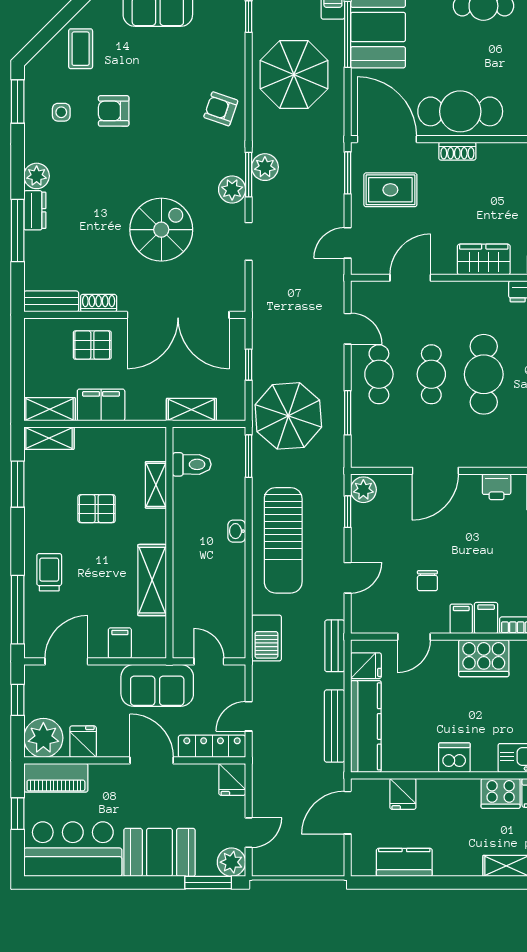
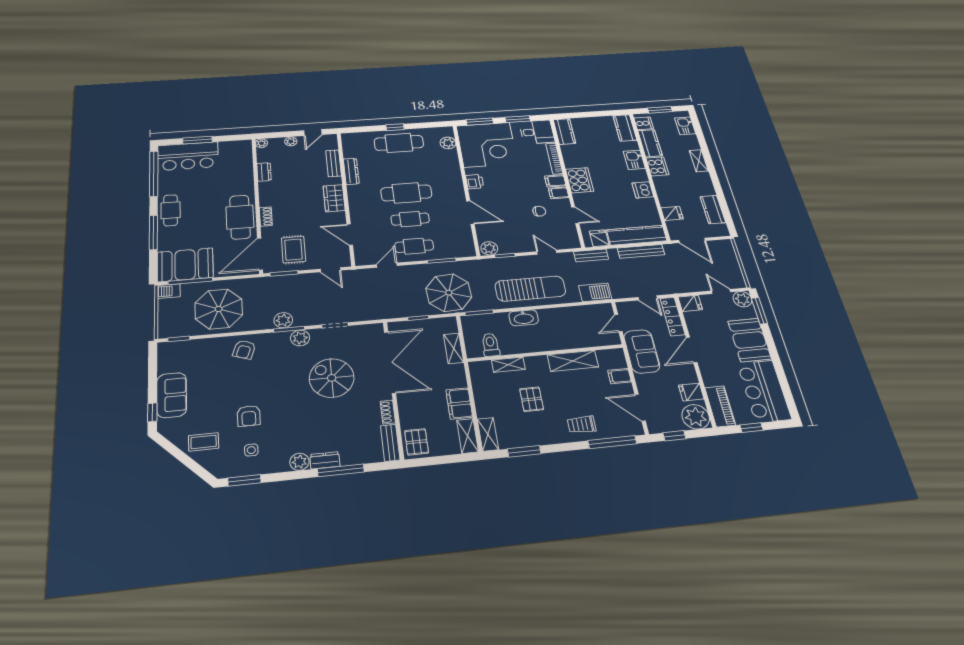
pallet: (92, 345) -> (417, 442), moved
washbasin: (237, 531) -> (524, 318), width x1.91, depth x1.45

